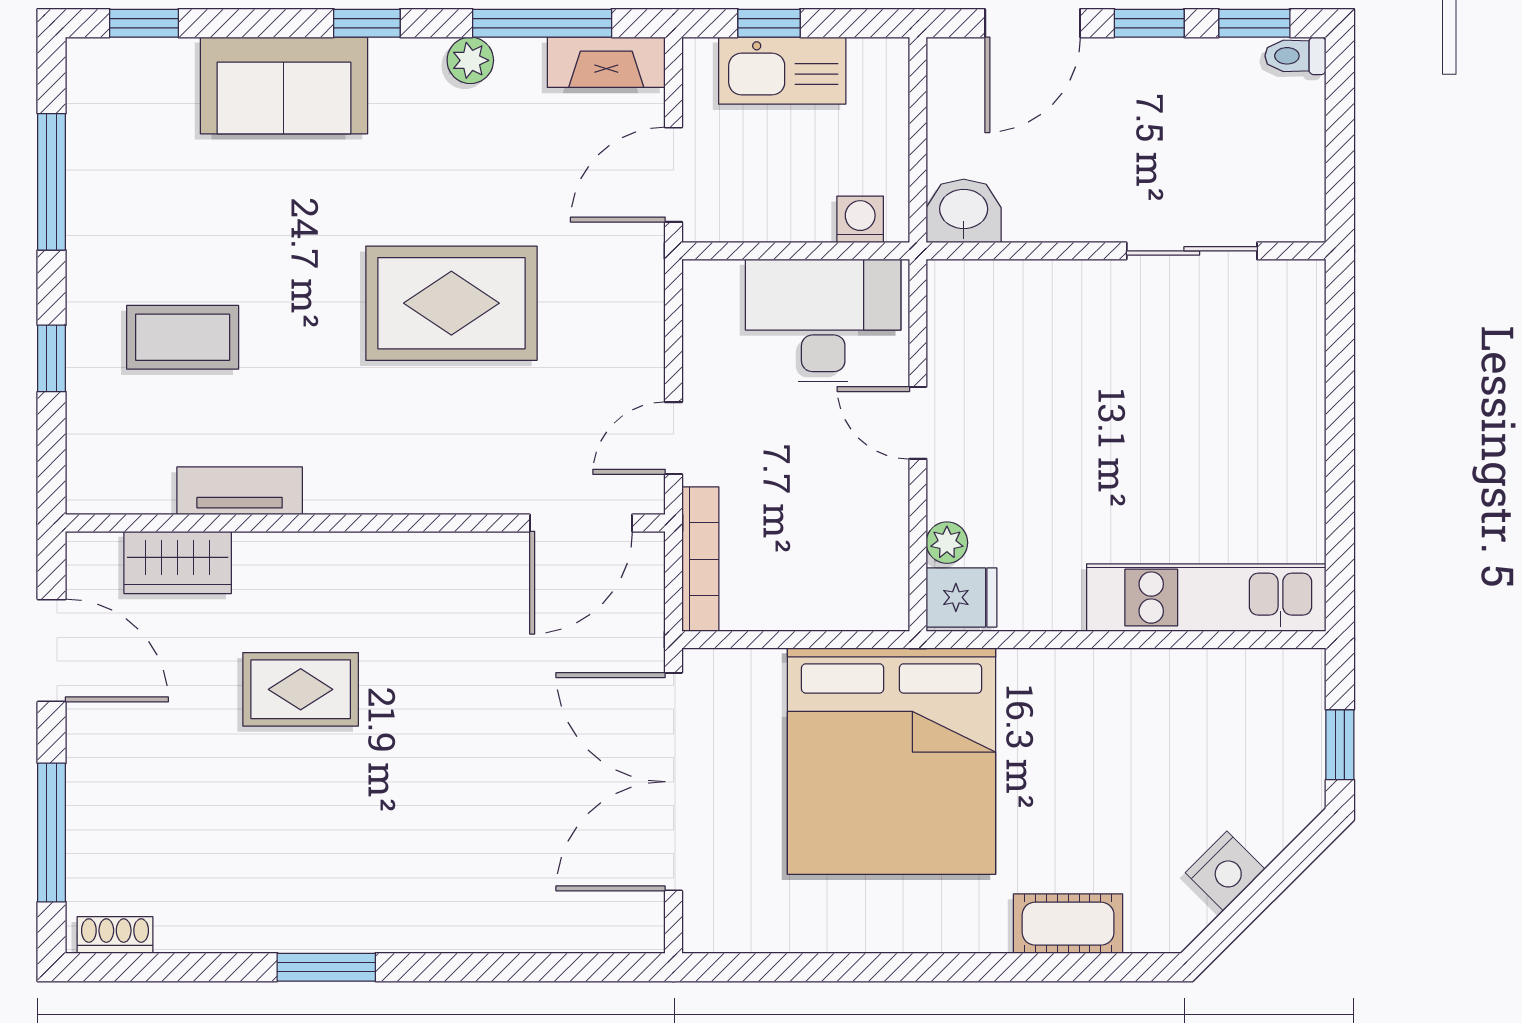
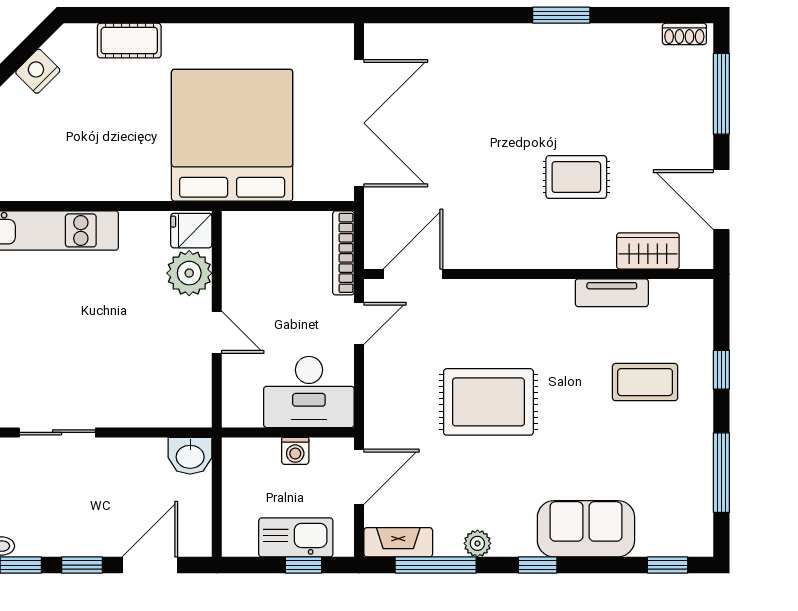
washing machine: (860, 219) -> (295, 451), moved
desk: (823, 320) -> (309, 392), moved
plant: (947, 543) -> (189, 273), width x1.88, depth x1.88

